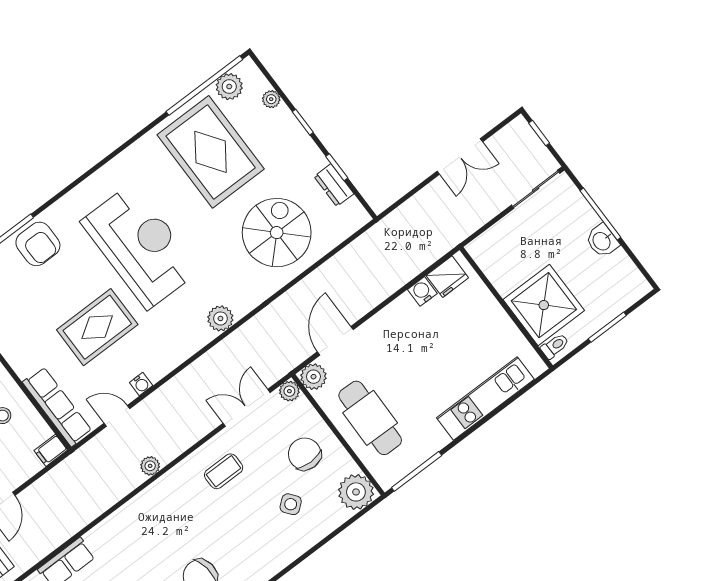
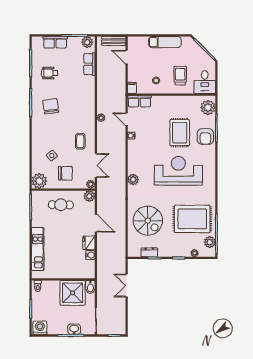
double door: (460, 157) -> (127, 286), moved
washbasin: (602, 241) -> (74, 329), moved
armchair: (38, 244) -> (205, 137), turned -90
reception desk: (140, 246) -> (178, 171), turned 180
bidet: (482, 246) -> (90, 287), added
fridge: (447, 277) -> (89, 243), moved
washing machine: (630, 283) -> (40, 328), added
shower: (544, 305) -> (73, 293), moved
rug: (97, 327) -> (180, 133), moved
door: (335, 341) -> (96, 223), moved
row of seats: (57, 407) -> (139, 101), width x0.68
door: (117, 416) -> (127, 119), swing flipped
cafe table: (370, 418) -> (61, 205), width x0.73, depth x0.74

